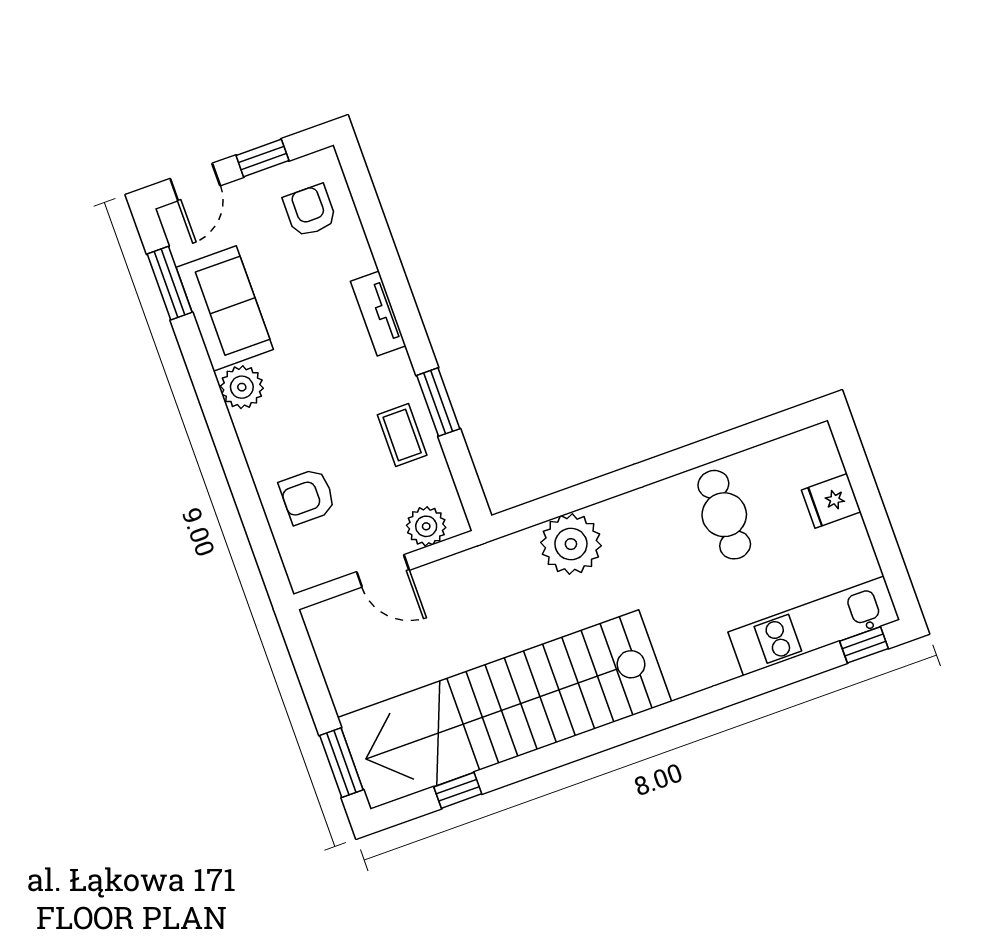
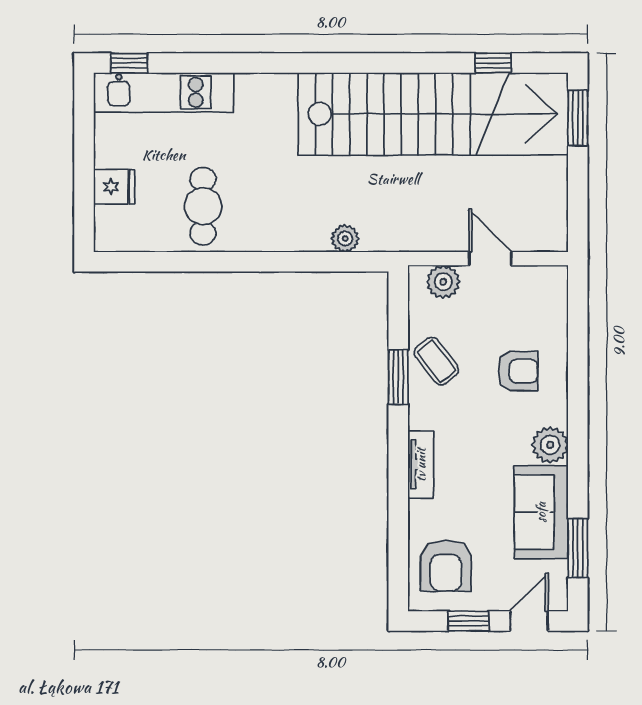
armchair: (310, 211) -> (446, 566), width x1.38, depth x1.38
coffee table: (402, 435) -> (436, 361), turned -38
armchair: (307, 496) -> (518, 371), moved
plant: (571, 544) -> (345, 239), width x0.53, depth x0.53

